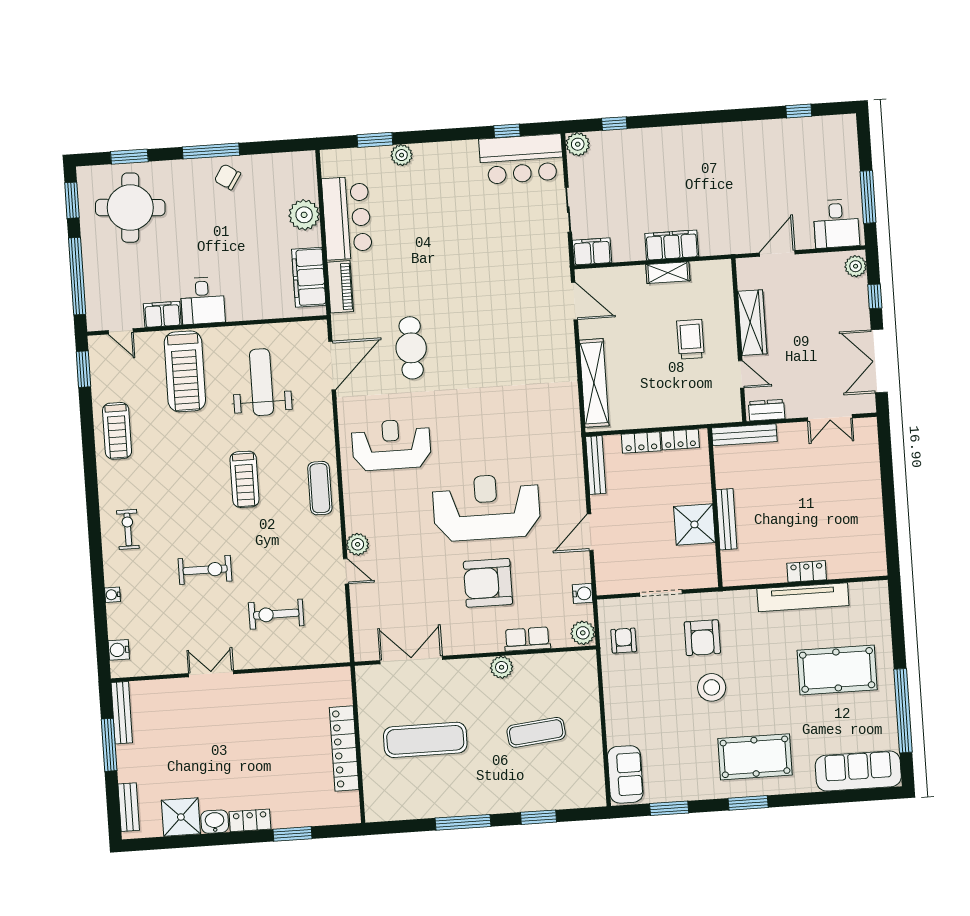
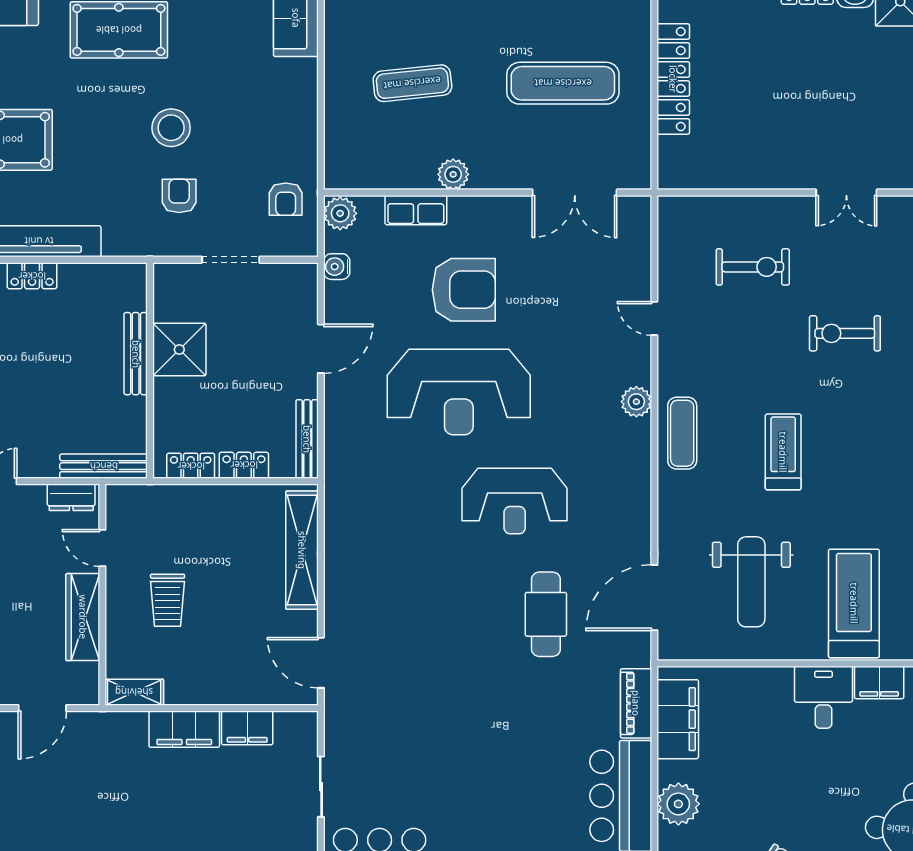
filing cabinet: (592, 251) -> (247, 728), moved
shelving: (668, 273) -> (134, 692), moved
reception desk: (391, 445) -> (515, 501), moved
plant: (358, 544) -> (636, 402), moved
armchair: (702, 638) -> (179, 196), width x0.72, depth x0.72

